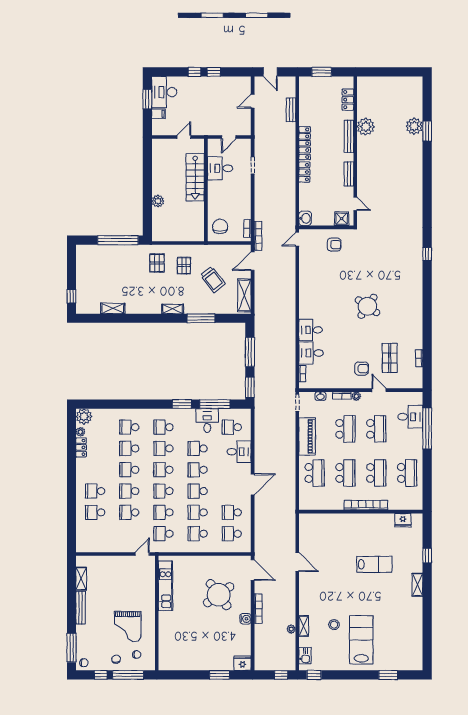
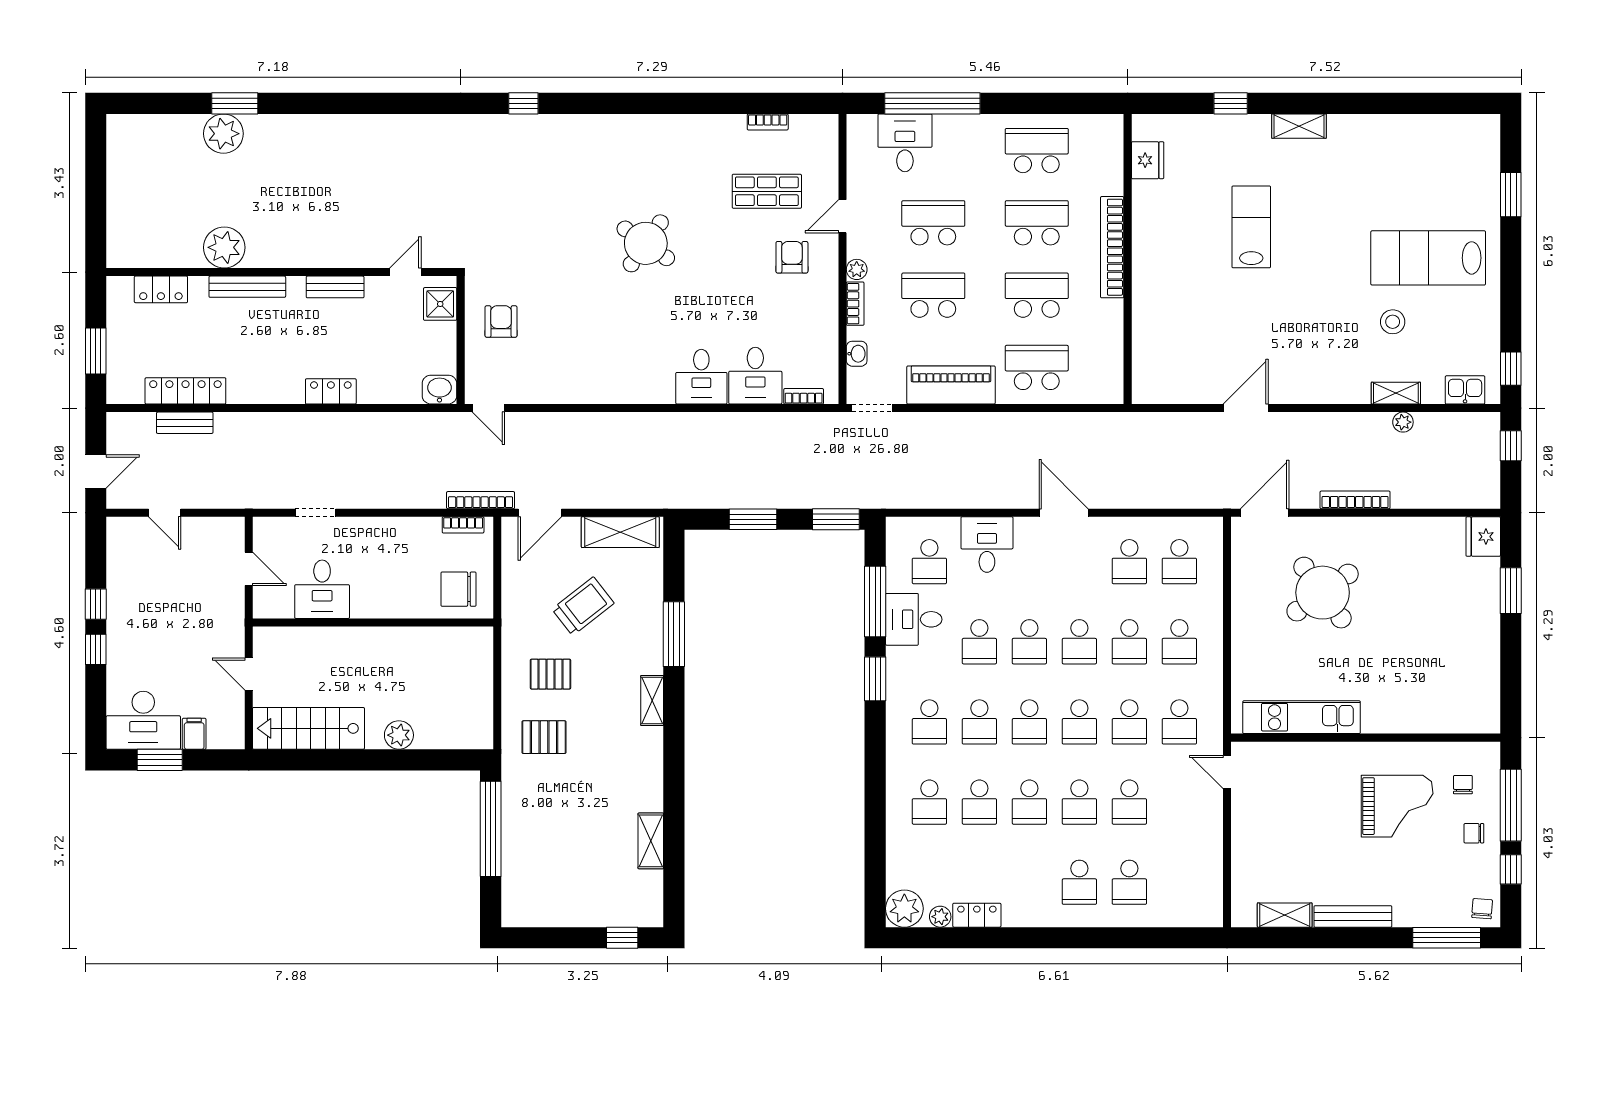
locker: (305, 143) -> (185, 391), moved
stairs: (195, 177) -> (308, 728), moved, turned 180
door: (253, 261) -> (540, 513), hinge flipped
window: (250, 352) -> (753, 519), width x0.69
water cooler: (246, 619) -> (1379, 529), removed

